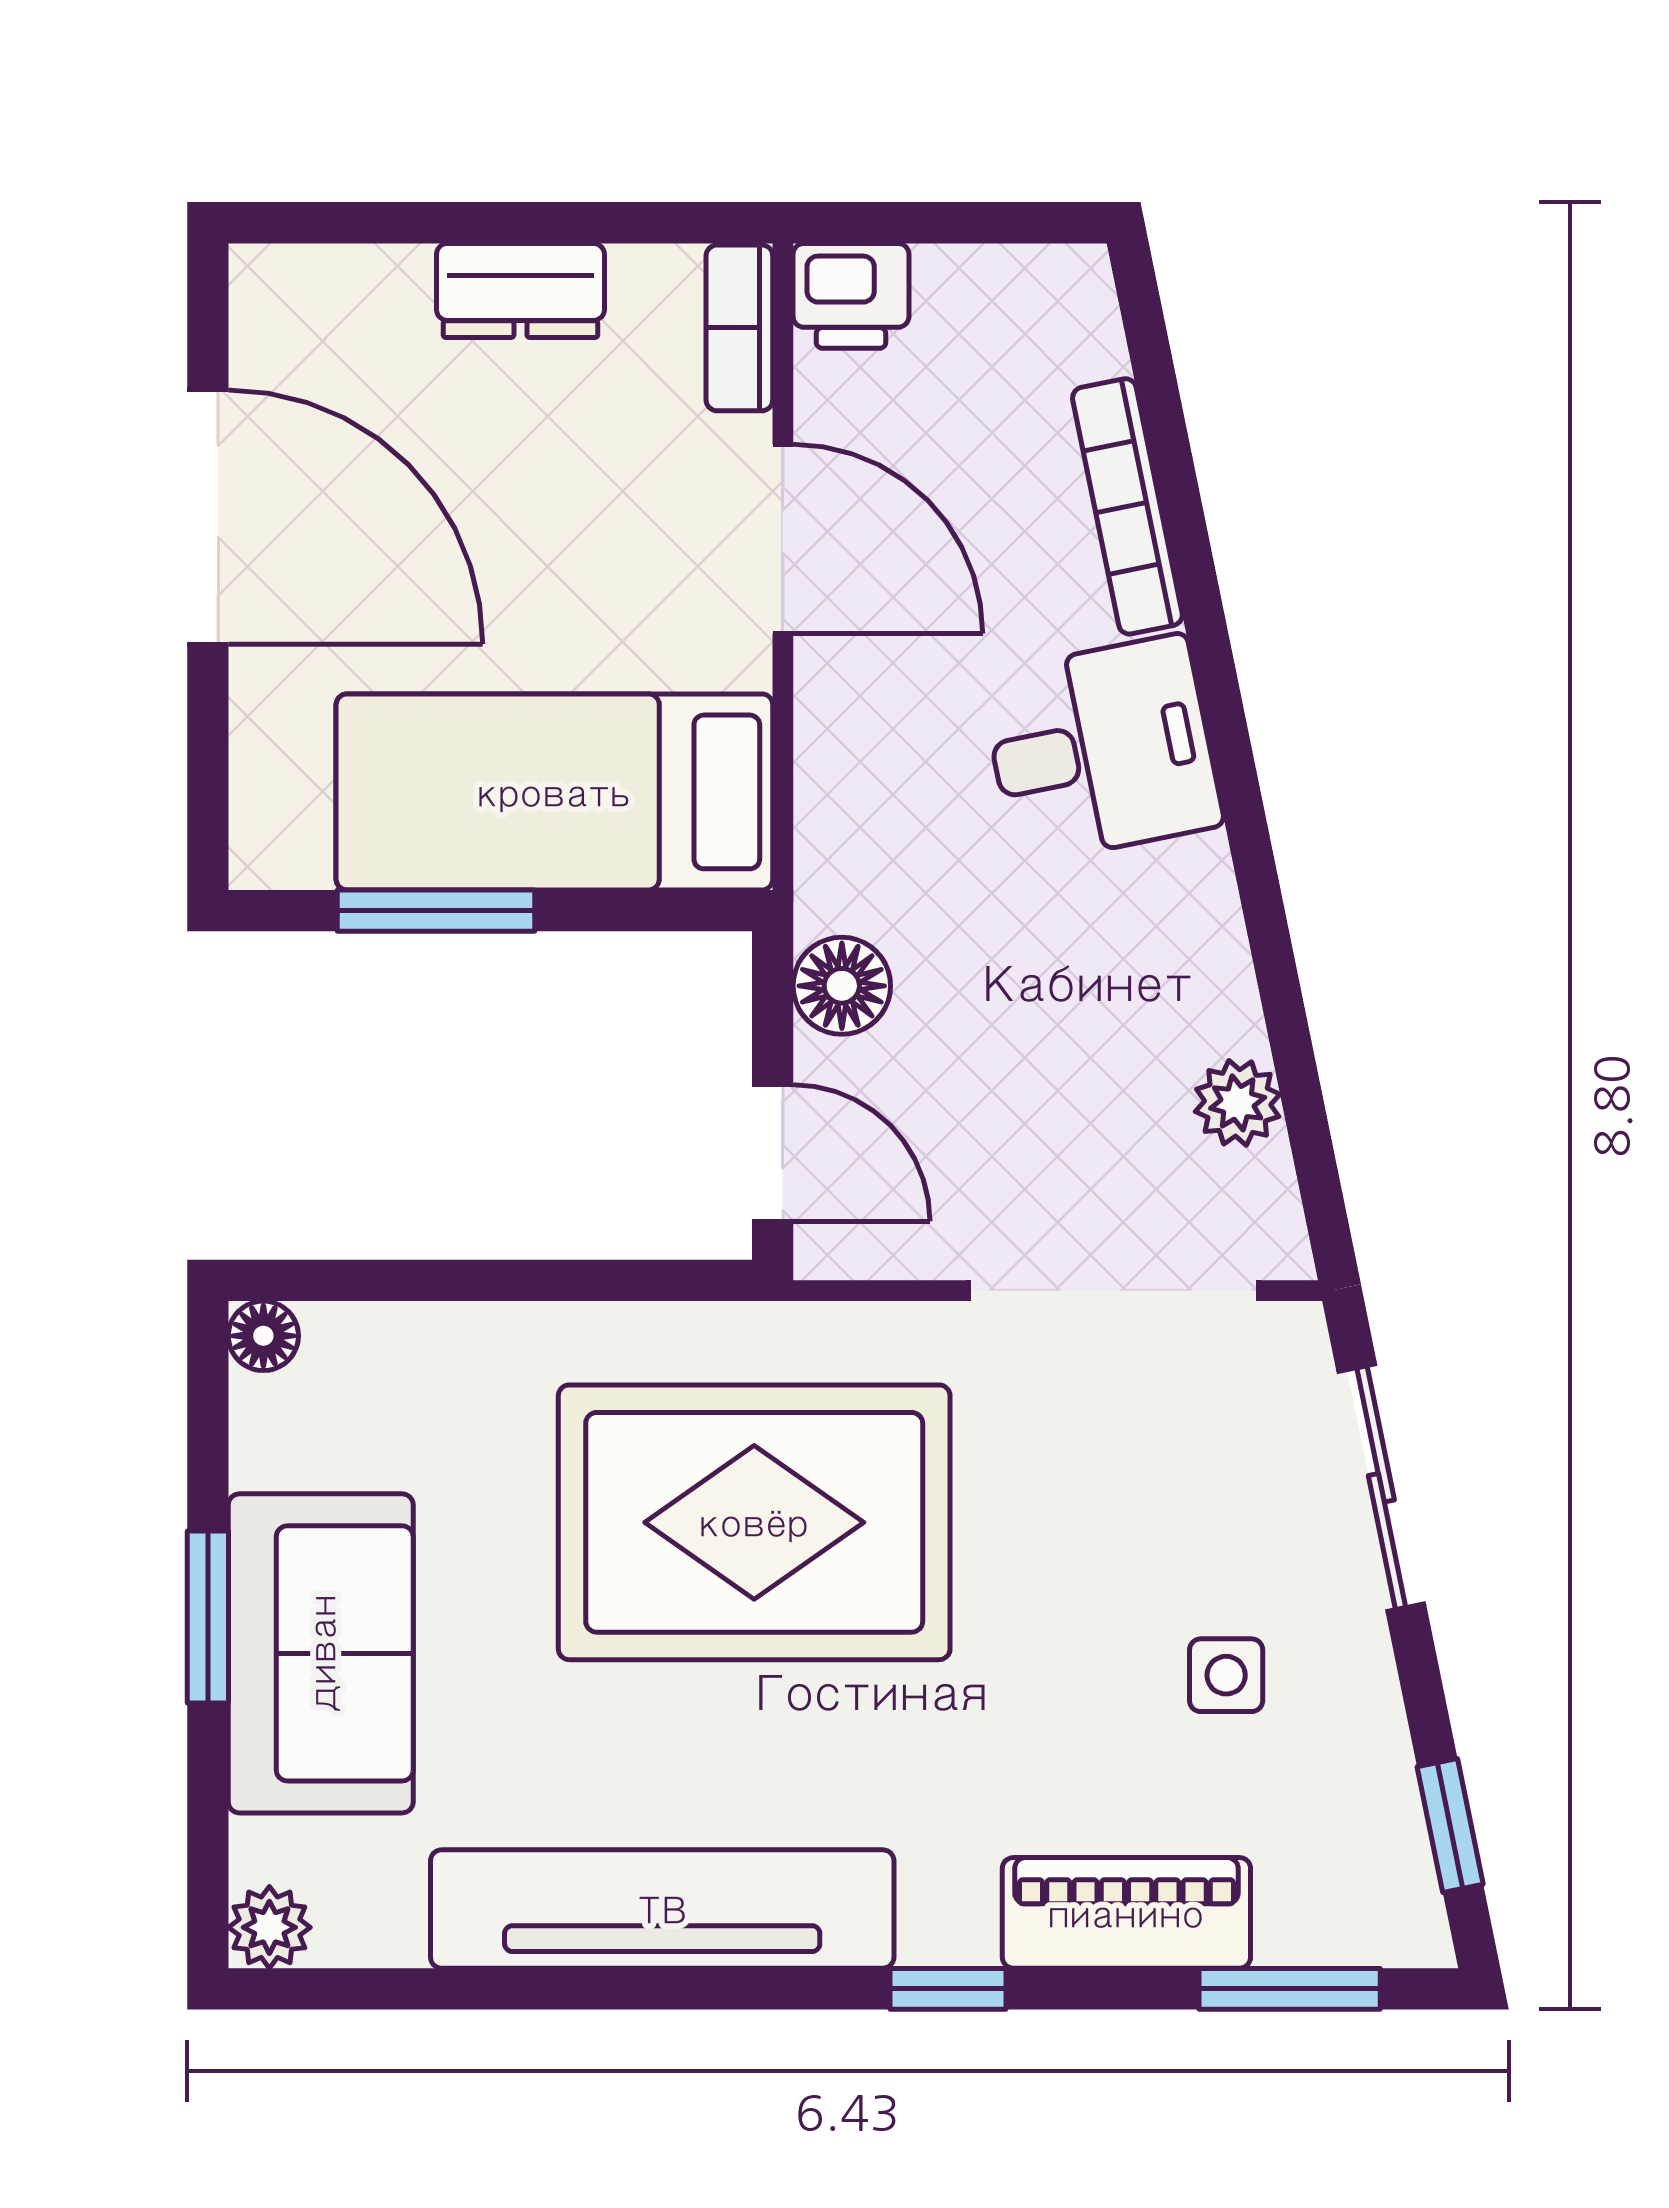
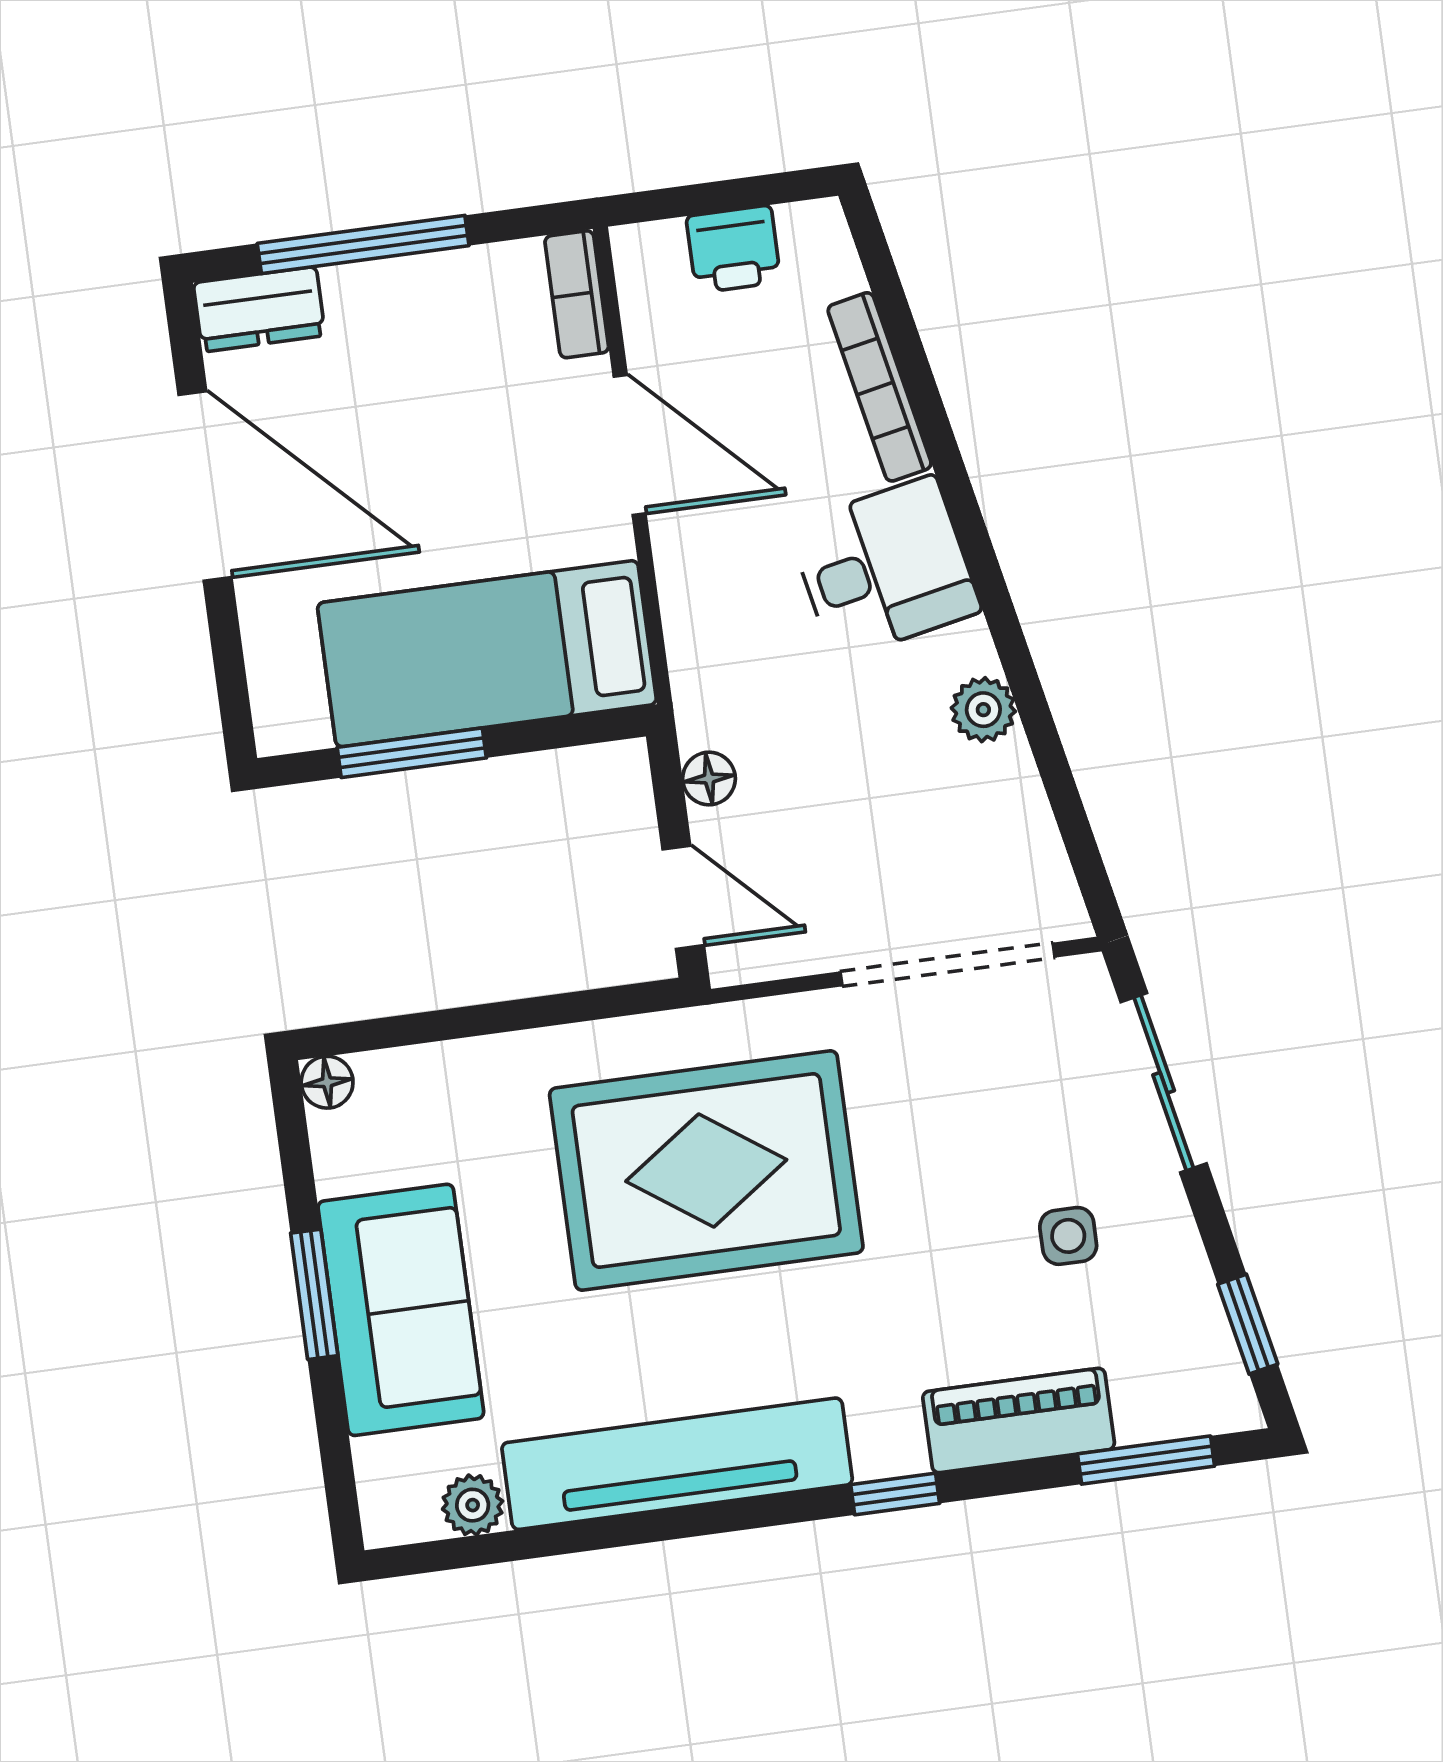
window: (463, 223) -> (363, 244), added
dresser: (520, 290) -> (259, 309), moved
printer: (851, 296) -> (734, 249), moved
floor lamp: (842, 986) -> (709, 779), width x0.73, depth x0.73
plant: (1238, 1103) -> (983, 710), moved
plant: (269, 1927) -> (473, 1505), moved

